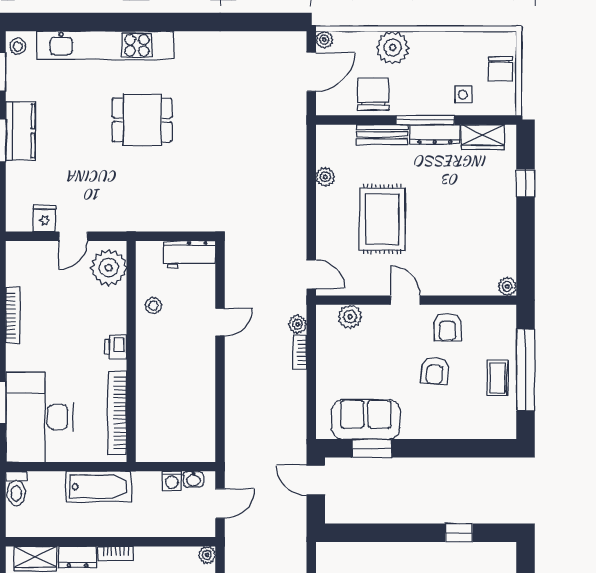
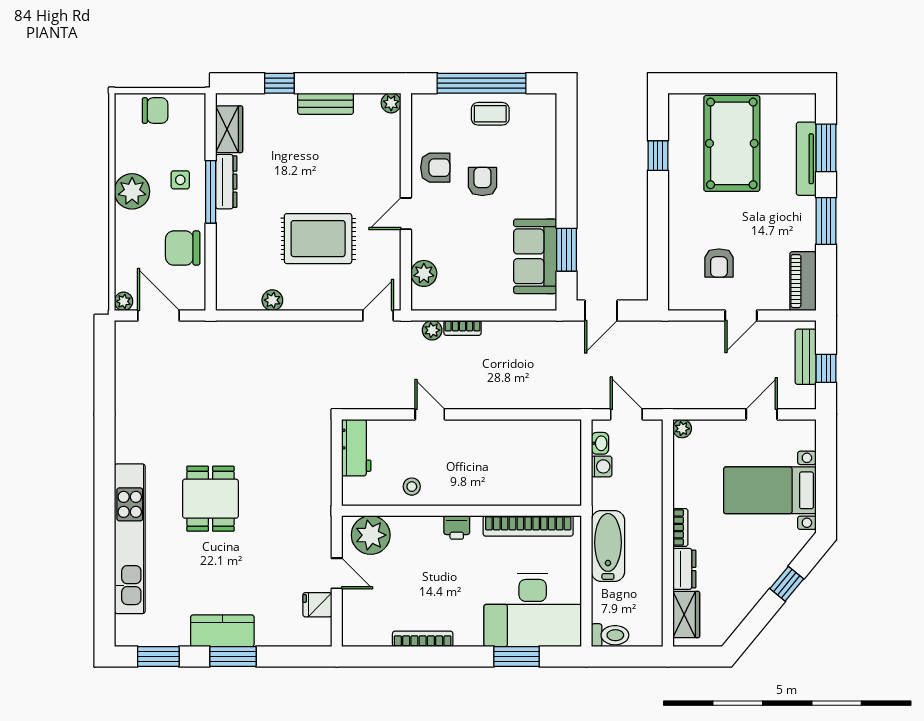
stool: (18, 46) -> (131, 634), removed
plant: (393, 47) -> (132, 191), moved
side table: (463, 95) -> (180, 180), moved
bench: (382, 134) -> (326, 104), moved, turned 90
armchair: (435, 371) -> (482, 181), turned -96

